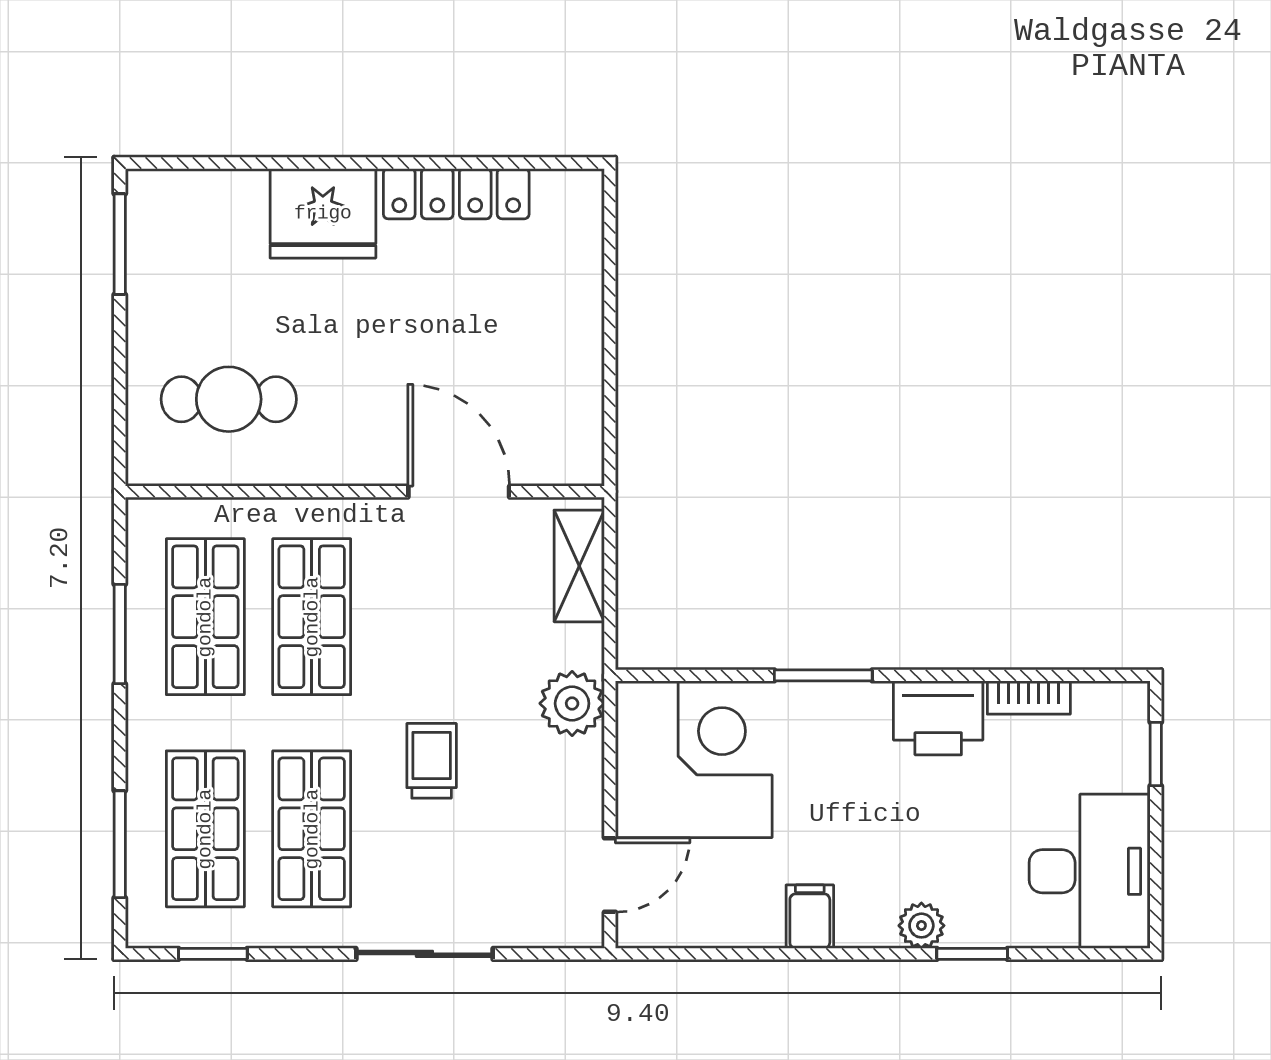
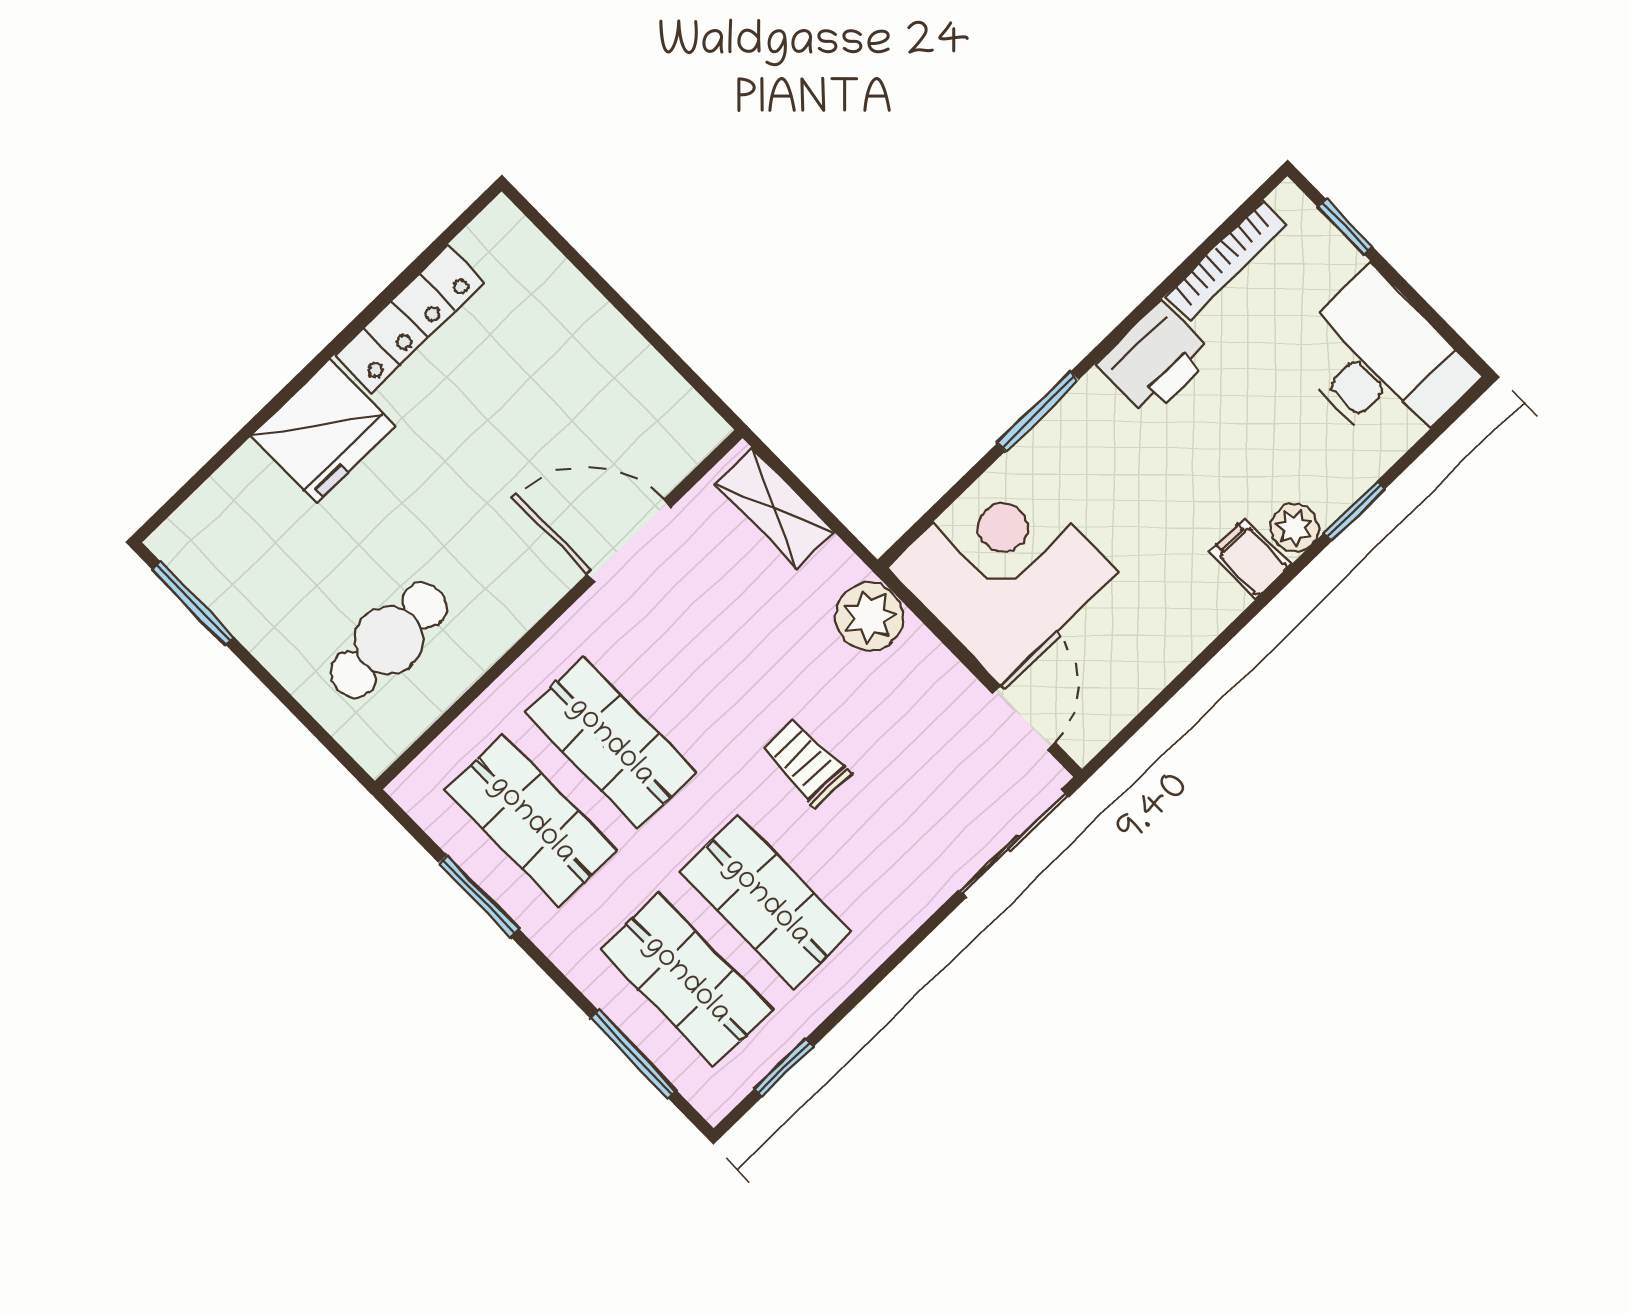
bookcase: (1029, 698) -> (1226, 260), width x1.56
filing cabinet: (810, 917) -> (1250, 558), moved
sliding door: (424, 954) -> (1014, 843), moved

